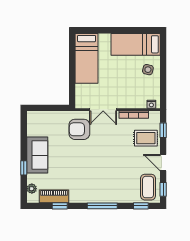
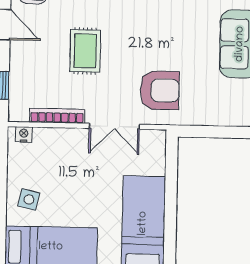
double door: (103, 110) -> (114, 126), swing flipped
rug: (146, 138) -> (85, 51), moved, turned 90

